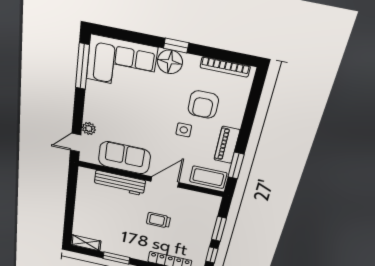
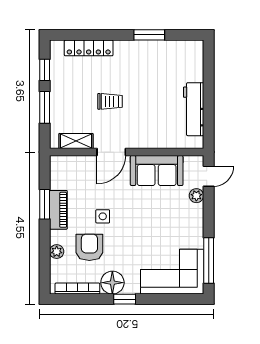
floor lamp: (170, 62) -> (112, 283), moved
plant: (238, 108) -> (57, 252), added
window: (236, 166) -> (45, 204), moved
coffee table: (208, 177) -> (69, 169), removed
workbench: (120, 183) -> (194, 109), moved, turned -90
shelving: (86, 243) -> (76, 141), moved

